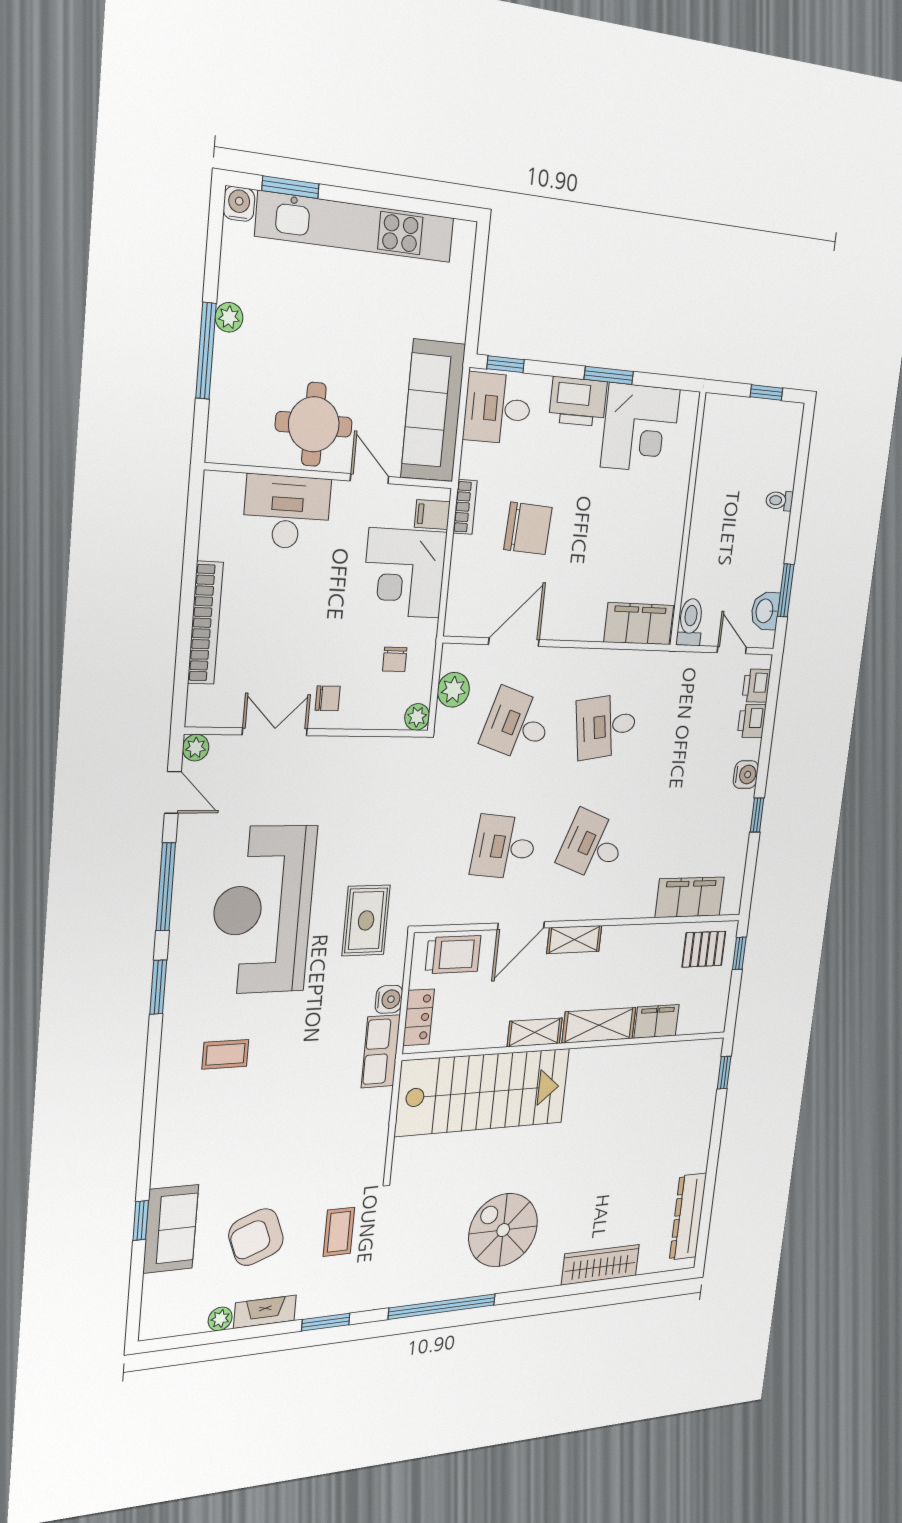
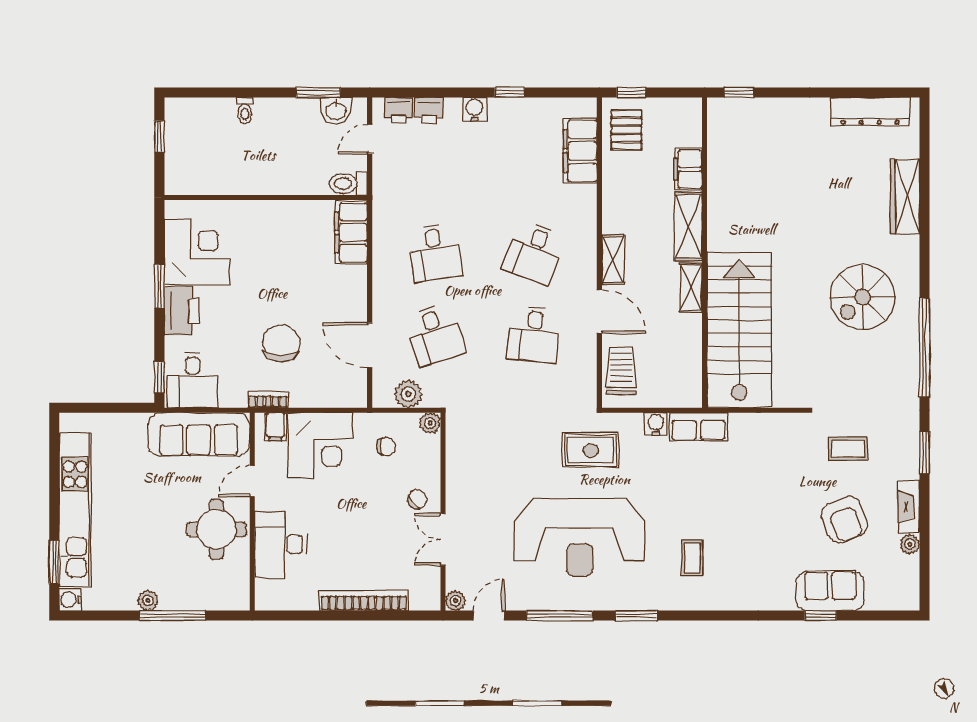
chair: (328, 698) -> (417, 499), turned 50
desk: (517, 725) -> (435, 335), turned -36
locker: (419, 1017) -> (672, 396), removed

